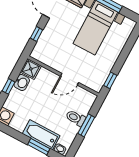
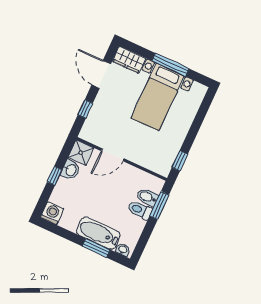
door: (70, 79) -> (113, 155), moved
bidet: (82, 108) -> (147, 197), added
window: (86, 125) -> (159, 205), moved

